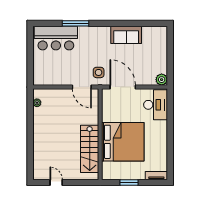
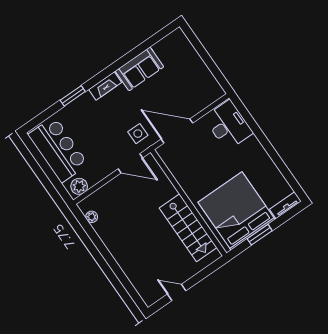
window: (75, 23) -> (73, 96), width x0.69
fireplace: (99, 31) -> (105, 86), added
bar counter: (56, 38) -> (58, 150), moved, turned -90
plant: (162, 80) -> (79, 186), moved
bed: (123, 142) -> (237, 211), moved, turned -90

